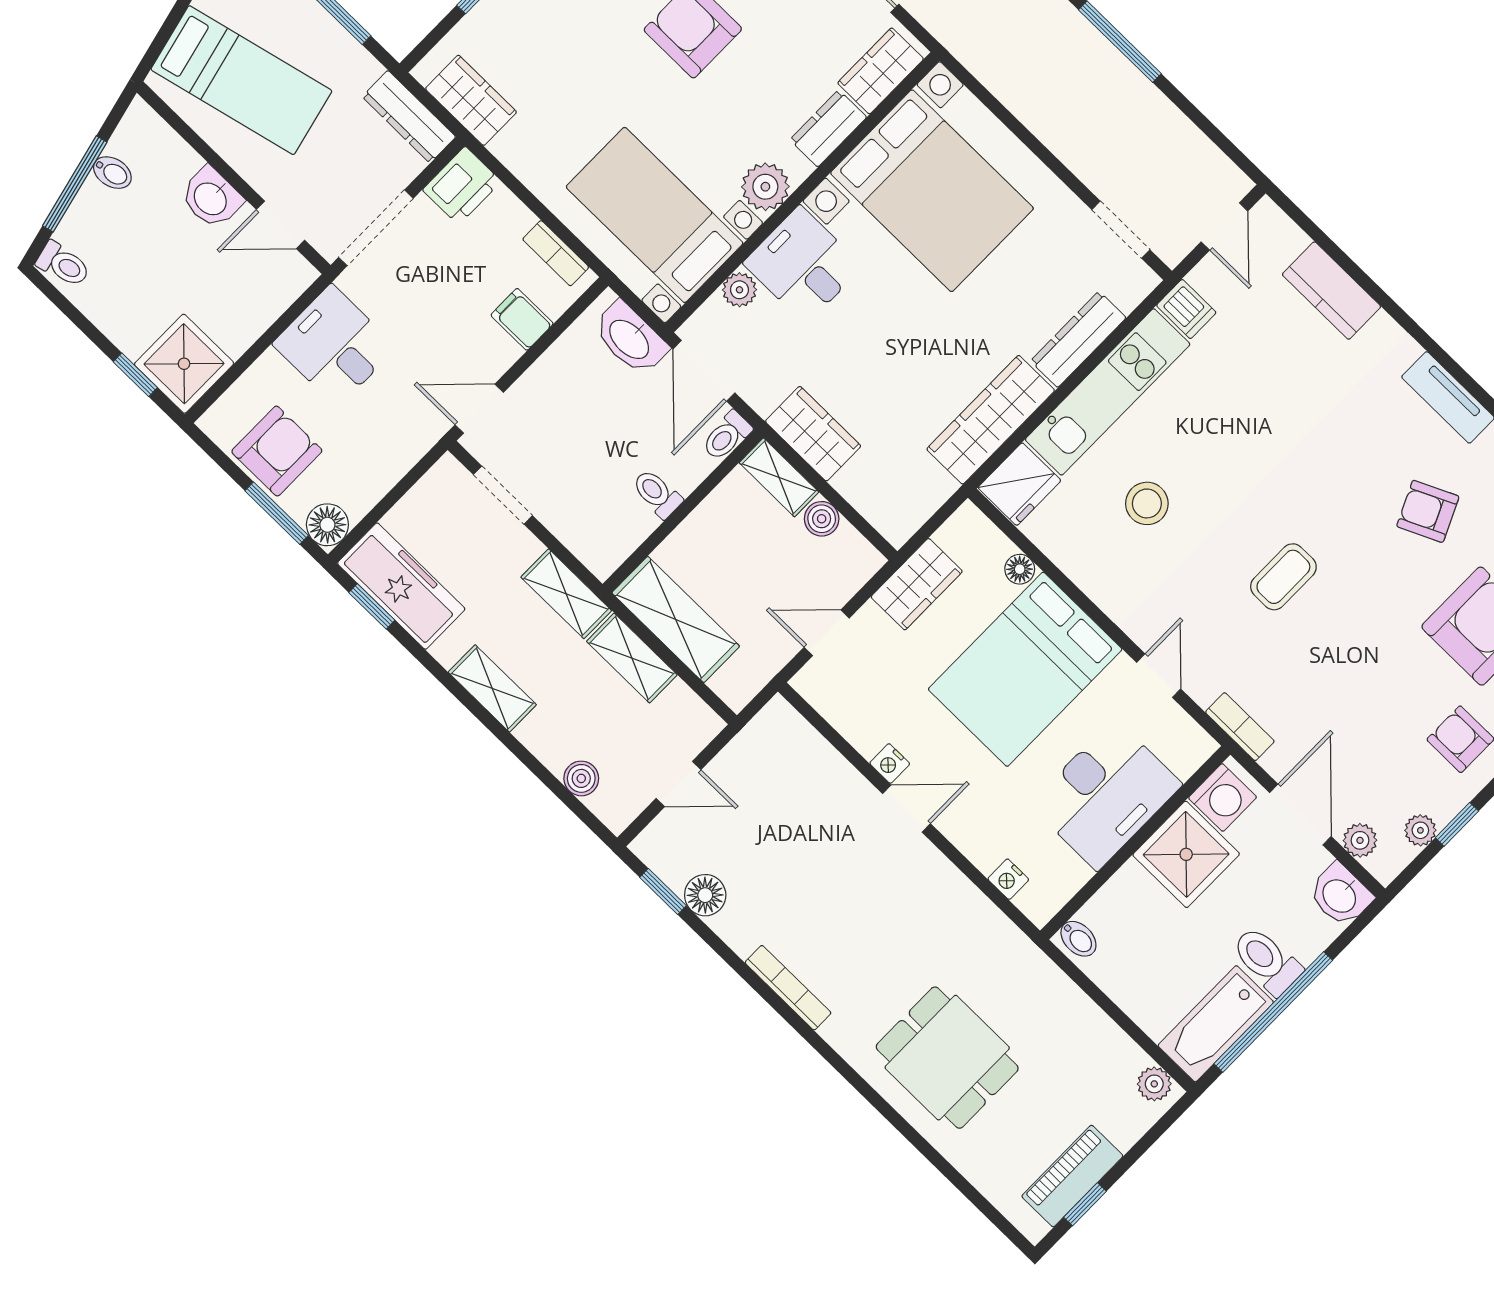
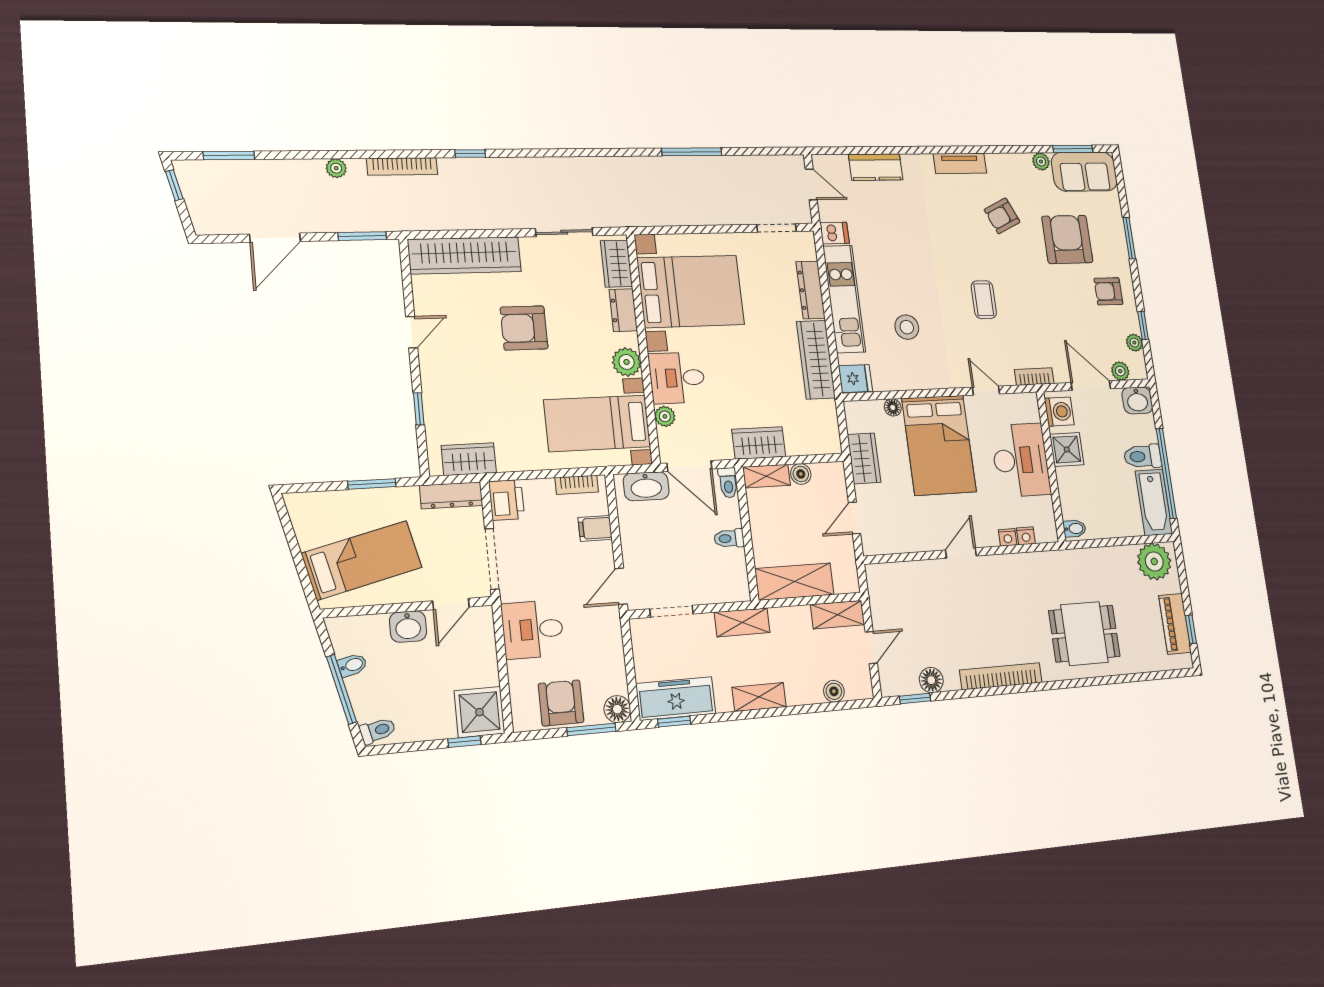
fridge: (1019, 484) -> (855, 379), width x0.72
shelving: (632, 658) -> (838, 615), moved
nightstand: (890, 763) -> (1008, 537), moved
shower: (1186, 854) -> (1067, 449), width x0.73, depth x0.73
bookcase: (788, 988) -> (1001, 676), width x1.48, depth x1.31
plant: (1154, 1084) -> (1154, 561), width x1.88, depth x1.88

